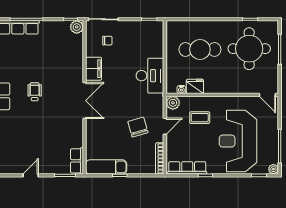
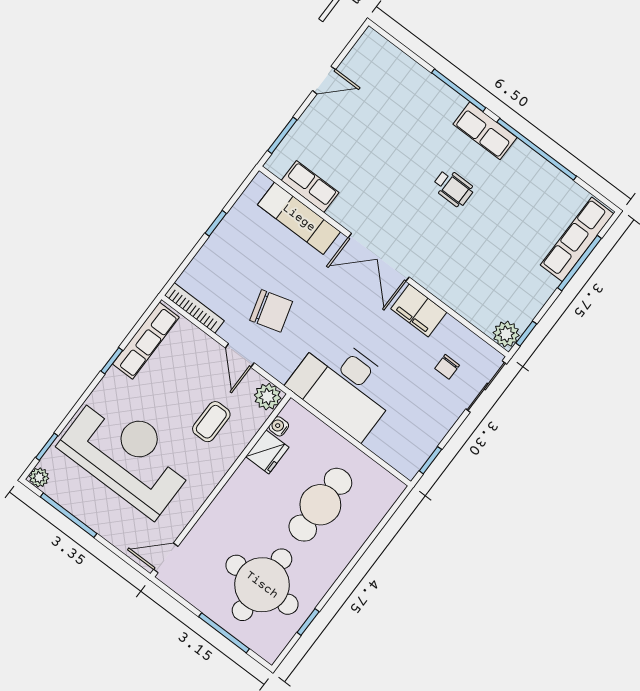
desk: (150, 76) -> (344, 386), width x1.36, depth x1.30
row of seats: (77, 161) -> (310, 187), moved
exam couch: (106, 167) -> (299, 218), moved, turned 90
door: (31, 175) -> (324, 80), hinge flipped

